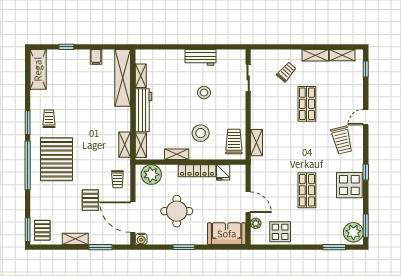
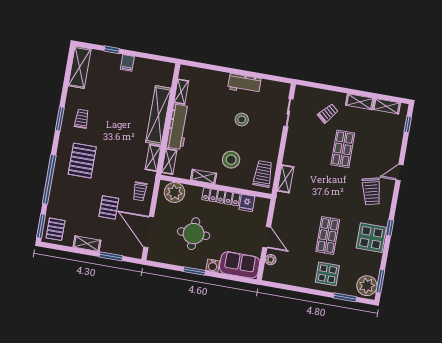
filing cabinet: (96, 57) -> (127, 63), moved
shelving: (123, 78) -> (158, 115), moved
pallet: (57, 159) -> (82, 161), width x0.73, depth x0.71
window: (28, 165) -> (49, 179), moved
display table: (280, 232) -> (327, 274), moved
water cooler: (141, 239) -> (213, 266), moved

